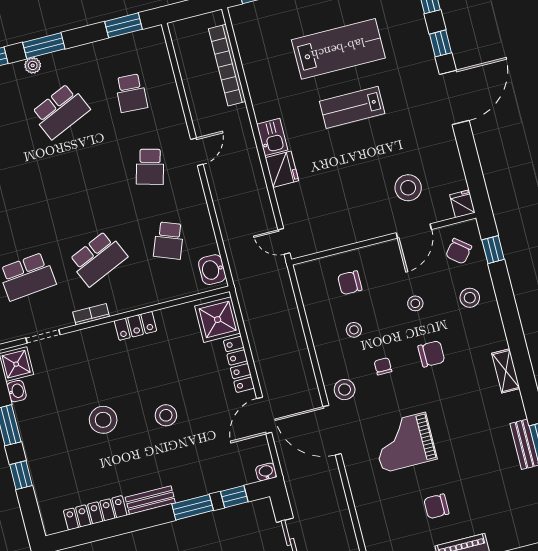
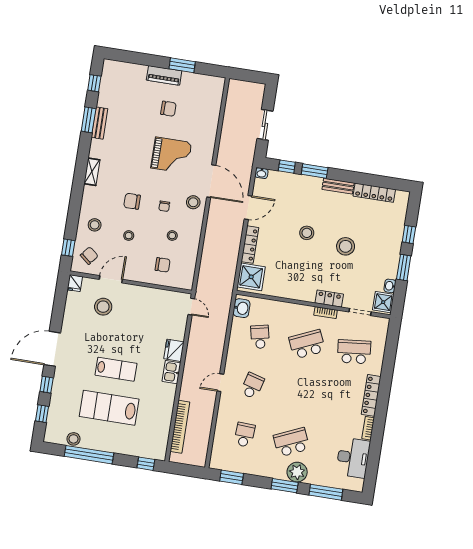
plant: (33, 65) -> (297, 472), width x1.88, depth x1.88
school desk: (169, 240) -> (260, 337), turned -33
locker: (136, 326) -> (329, 299), moved

